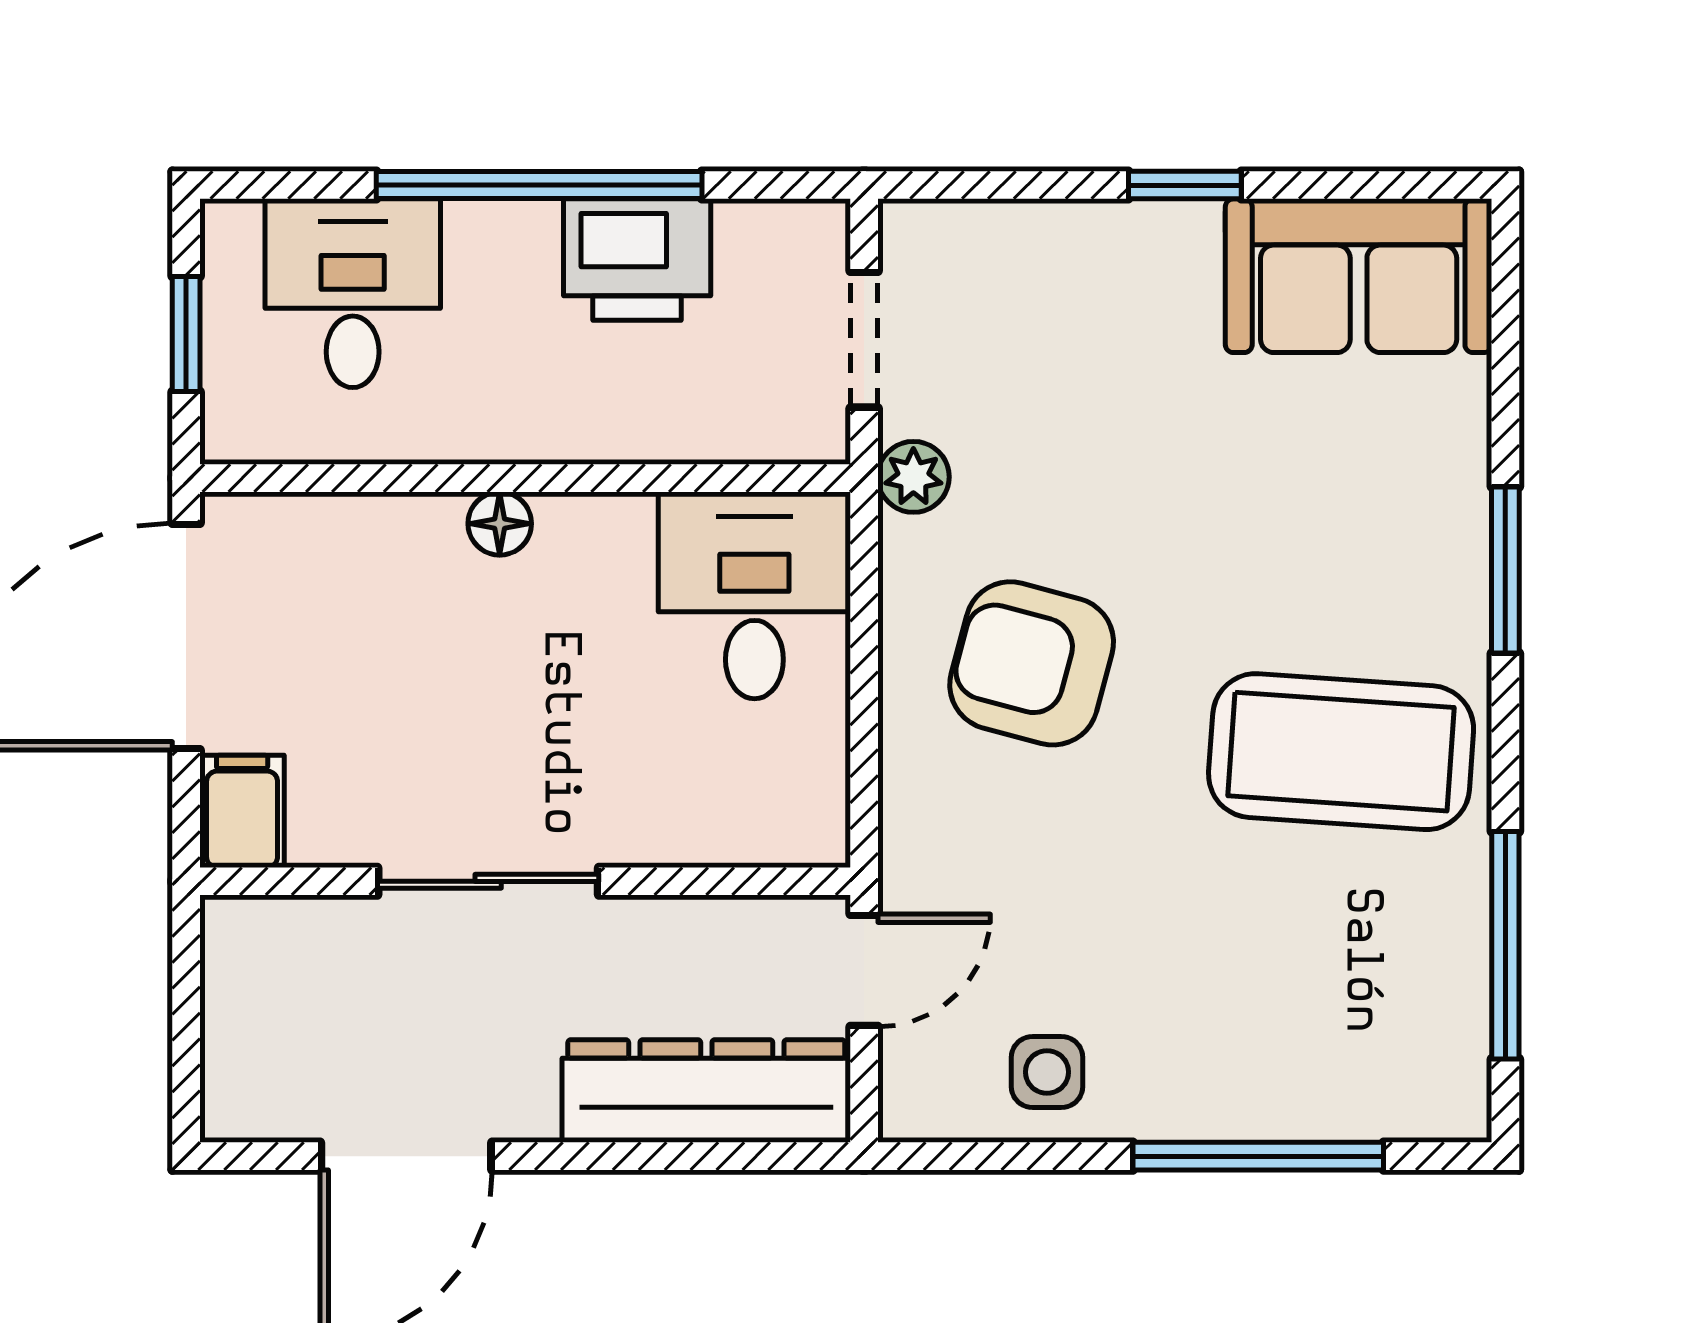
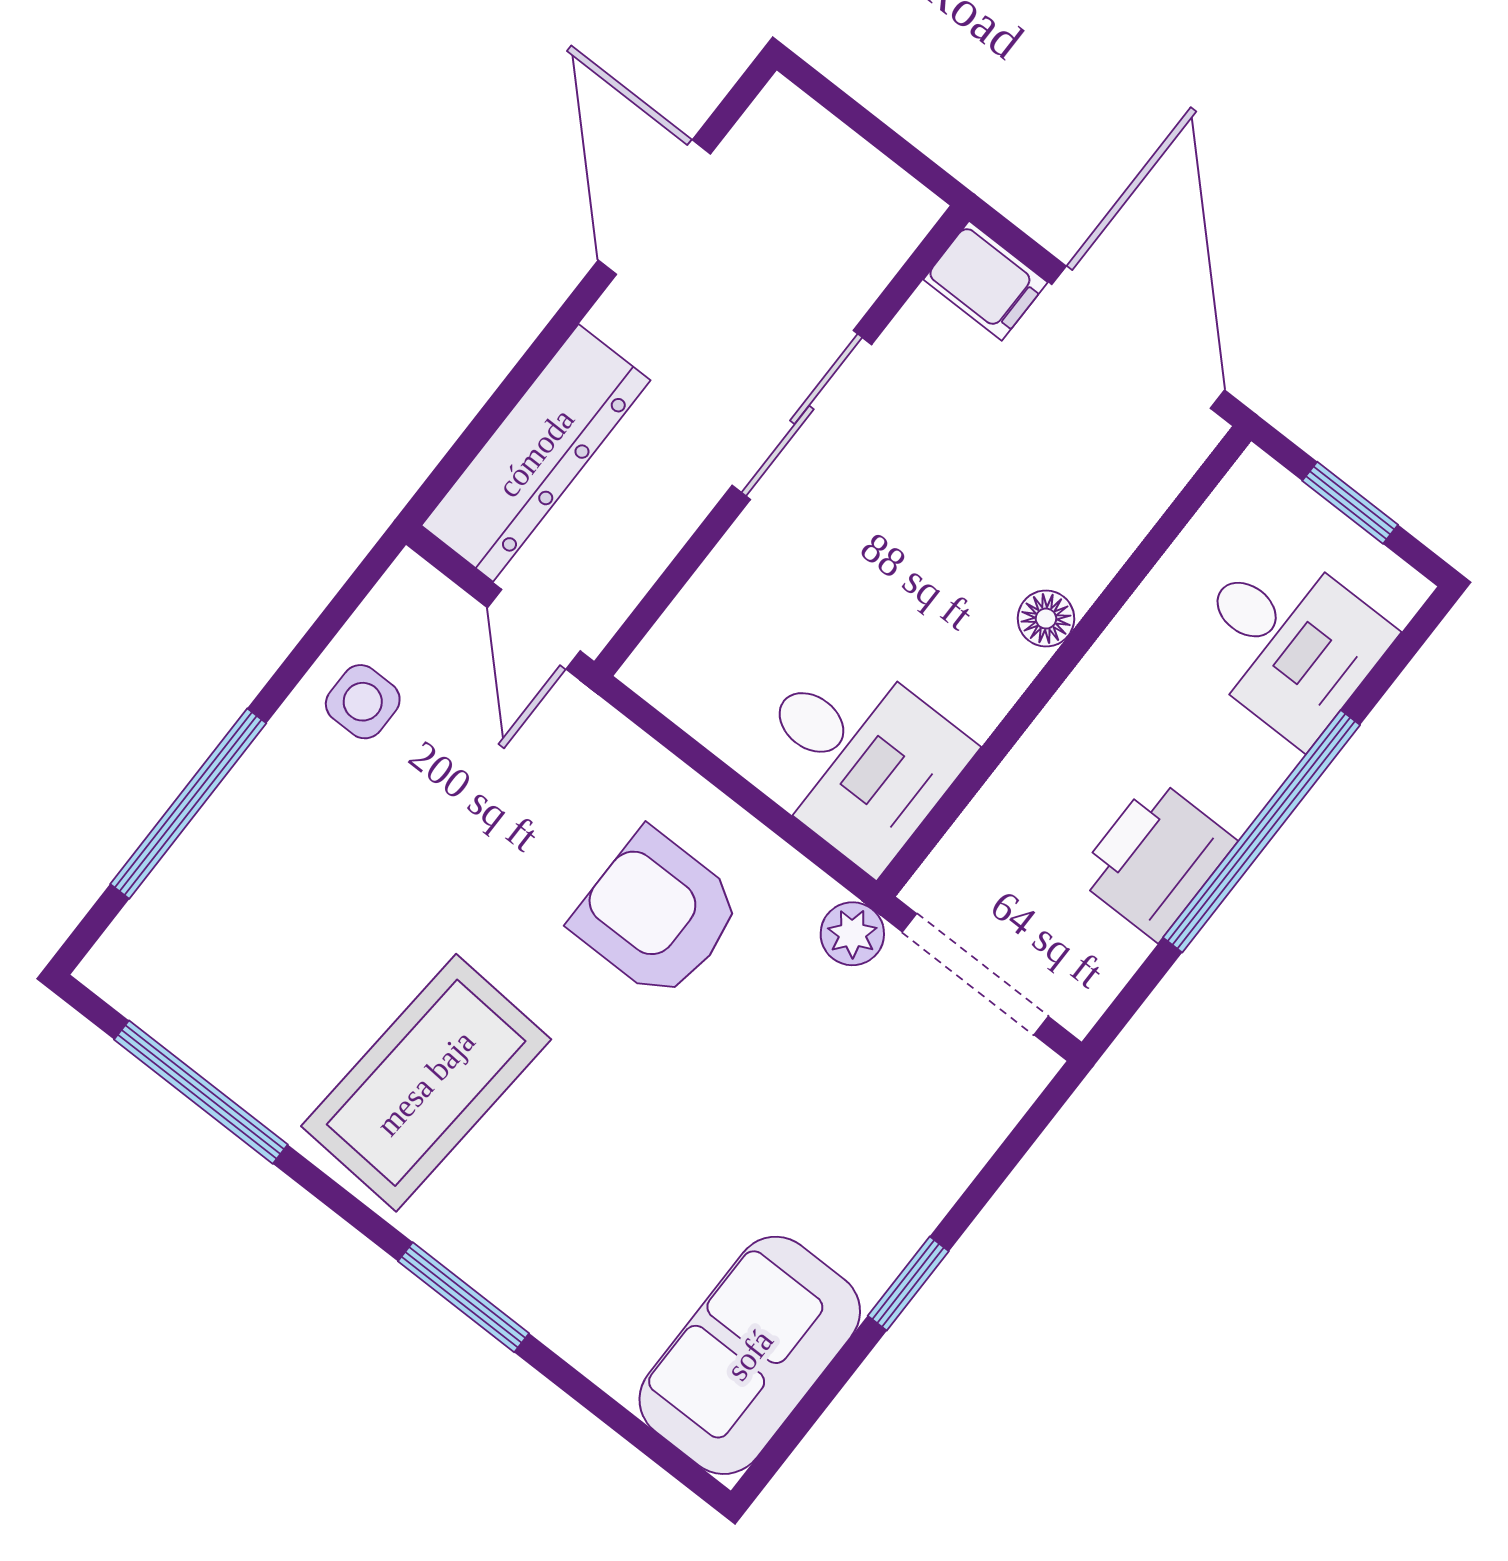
doorway: (864, 340) -> (975, 974), width x1.38
armchair: (1032, 663) -> (657, 914), turned -105

